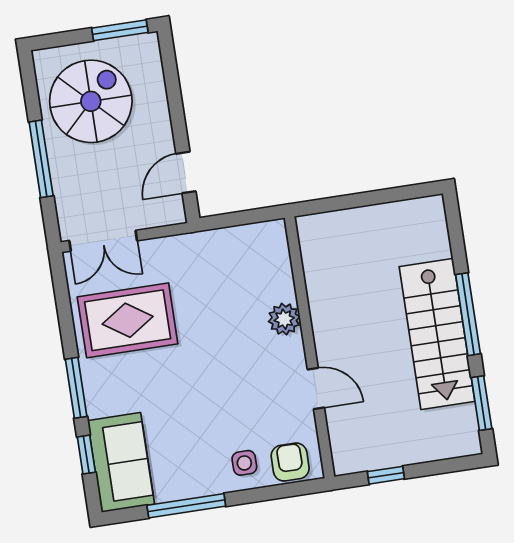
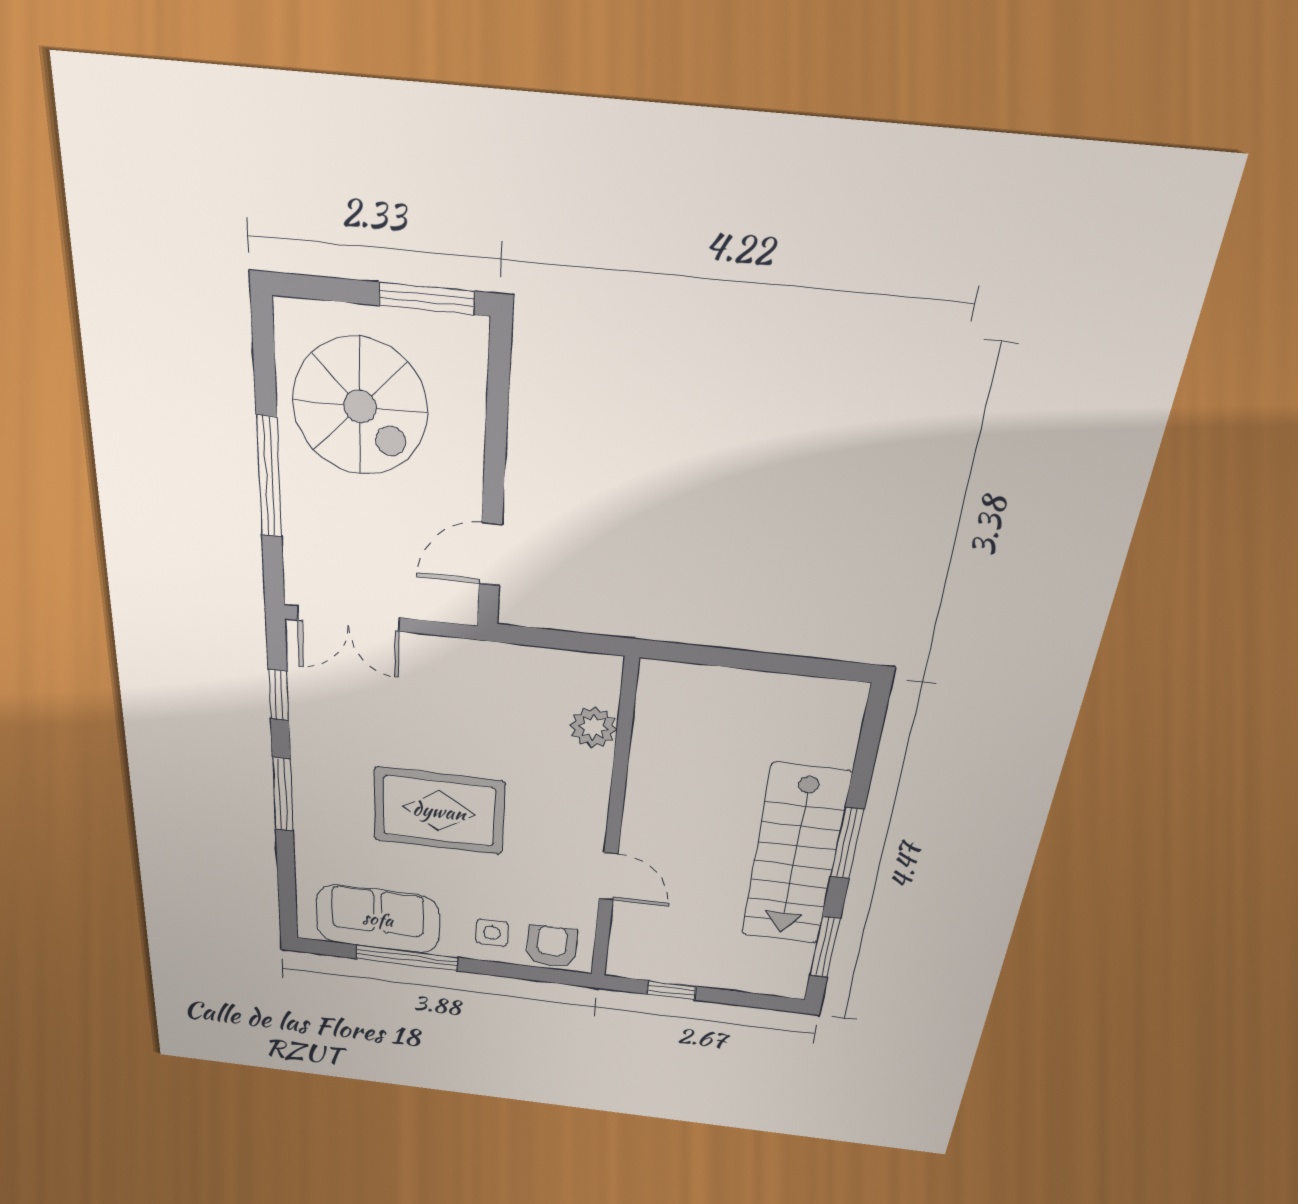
spiral stairs: (91, 101) -> (360, 406), turned 90
window: (468, 314) -> (847, 843), width x0.69
plant: (284, 319) -> (593, 727), moved
rug: (128, 320) -> (439, 811), moved
window: (86, 455) -> (279, 695), moved
sofa: (121, 462) -> (378, 919), moved, turned -90

